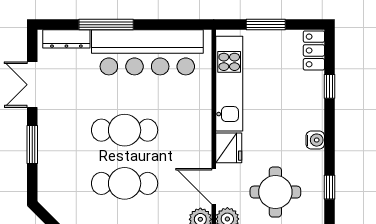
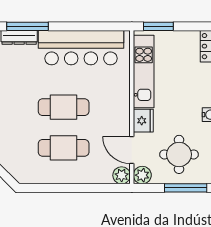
window: (106, 25) -> (28, 26), moved
window: (266, 25) -> (158, 26), moved

